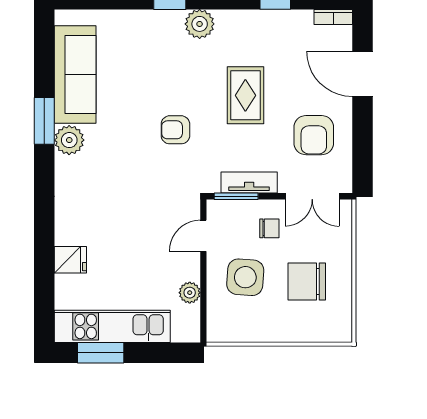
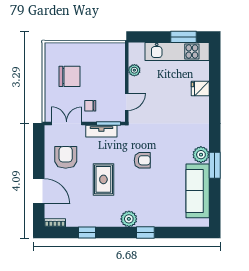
side table: (245, 277) -> (104, 79), removed

